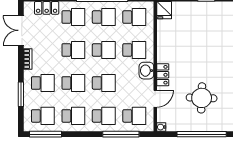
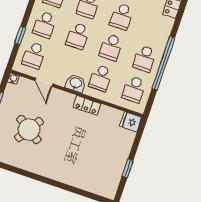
school desk: (73, 17) -> (155, 28), removed
locker: (163, 75) -> (87, 105), moved
round table: (202, 98) -> (29, 130), turned 31
window: (121, 134) -> (20, 35), width x0.46

